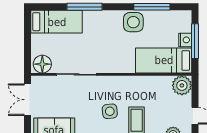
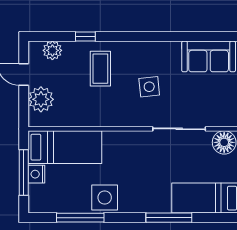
plant: (182, 85) -> (41, 99), moved
side table: (110, 111) -> (149, 87), moved

